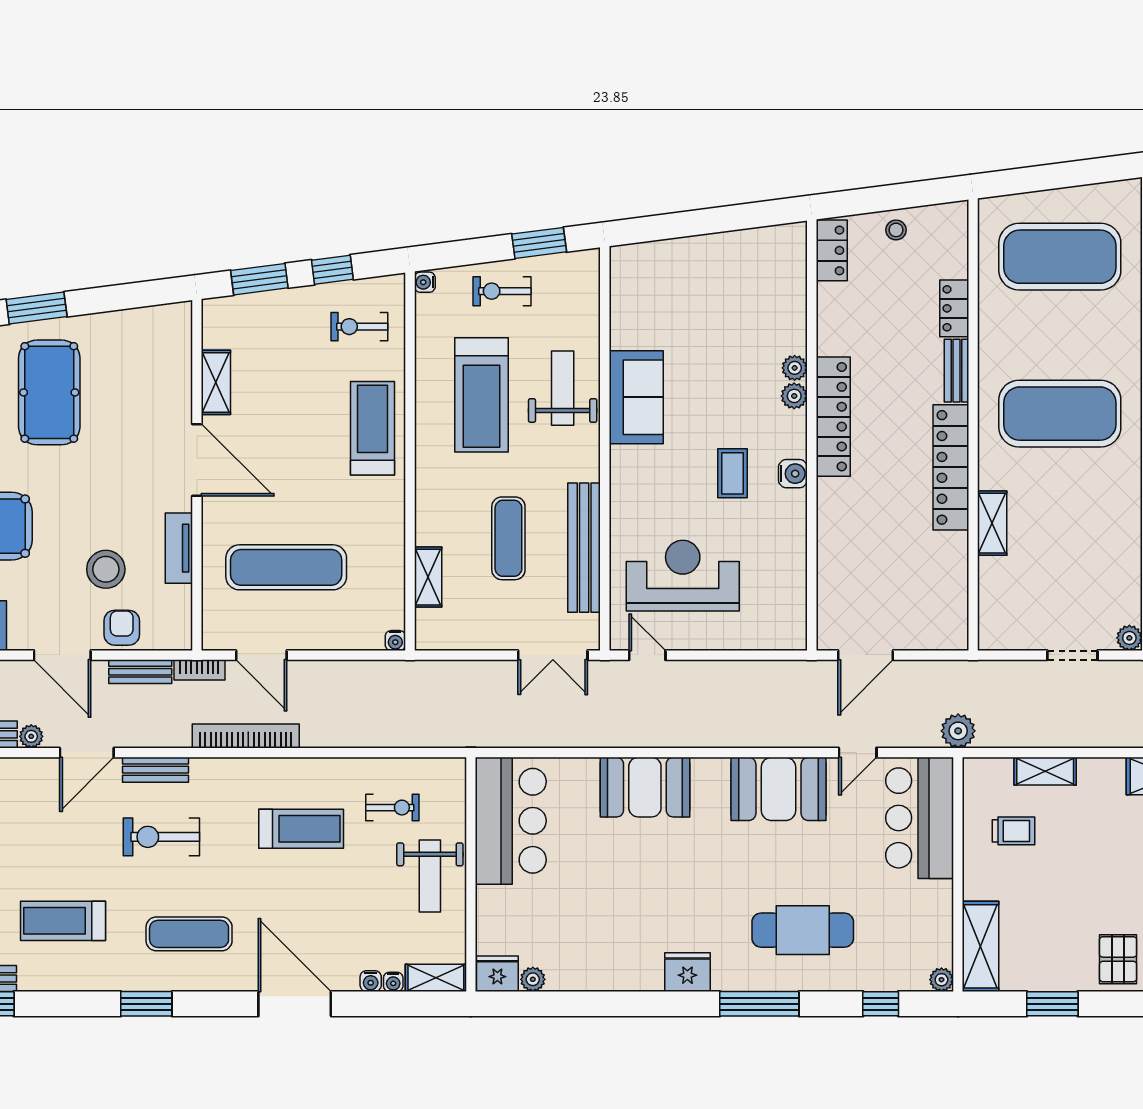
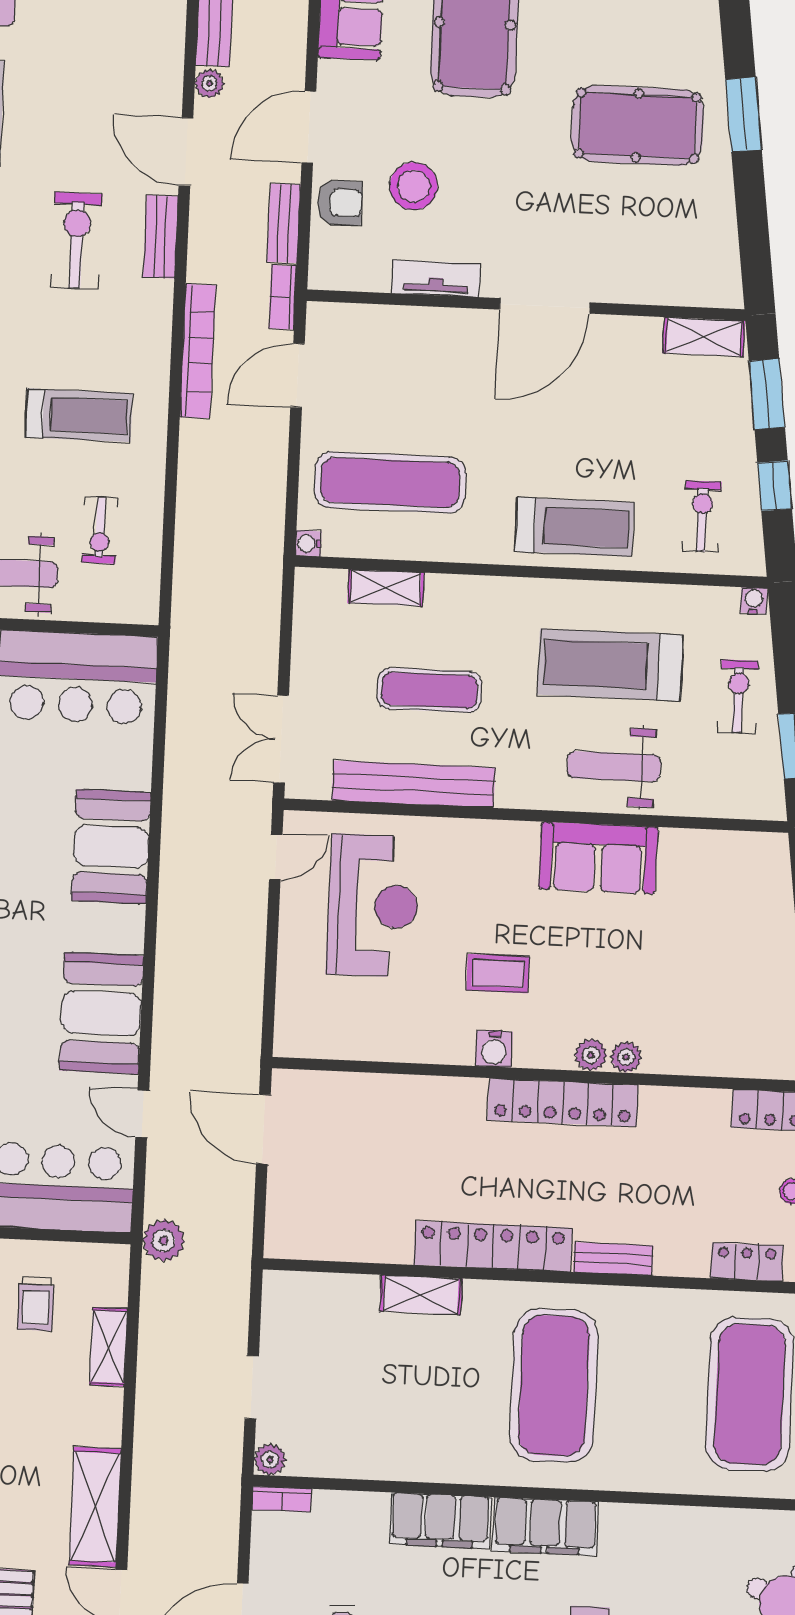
locker: (954, 308) -> (747, 1262), moved
shelving: (216, 382) -> (704, 337), moved
weight bench: (563, 388) -> (614, 766), turned 180
exercise mat: (286, 567) -> (390, 482), moved, turned 90
treadmill: (301, 829) -> (79, 415), turned -90

